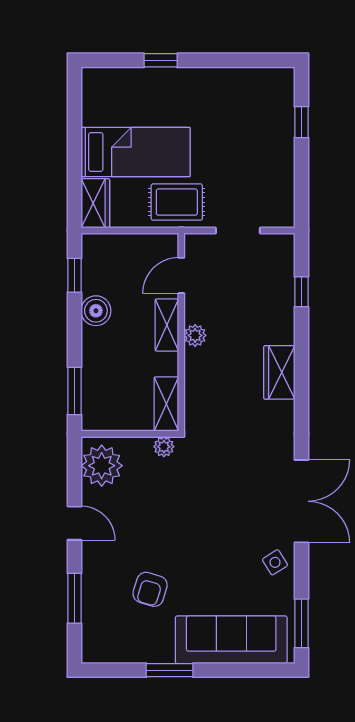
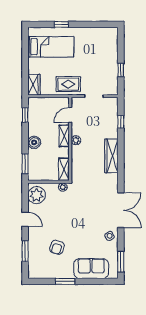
window: (301, 122) -> (121, 70), moved
bed: (136, 152) -> (51, 47), moved
boiler: (96, 311) -> (34, 142), moved
wardrobe: (279, 372) -> (111, 156), width x1.50
sofa: (231, 640) -> (91, 269), width x0.73

